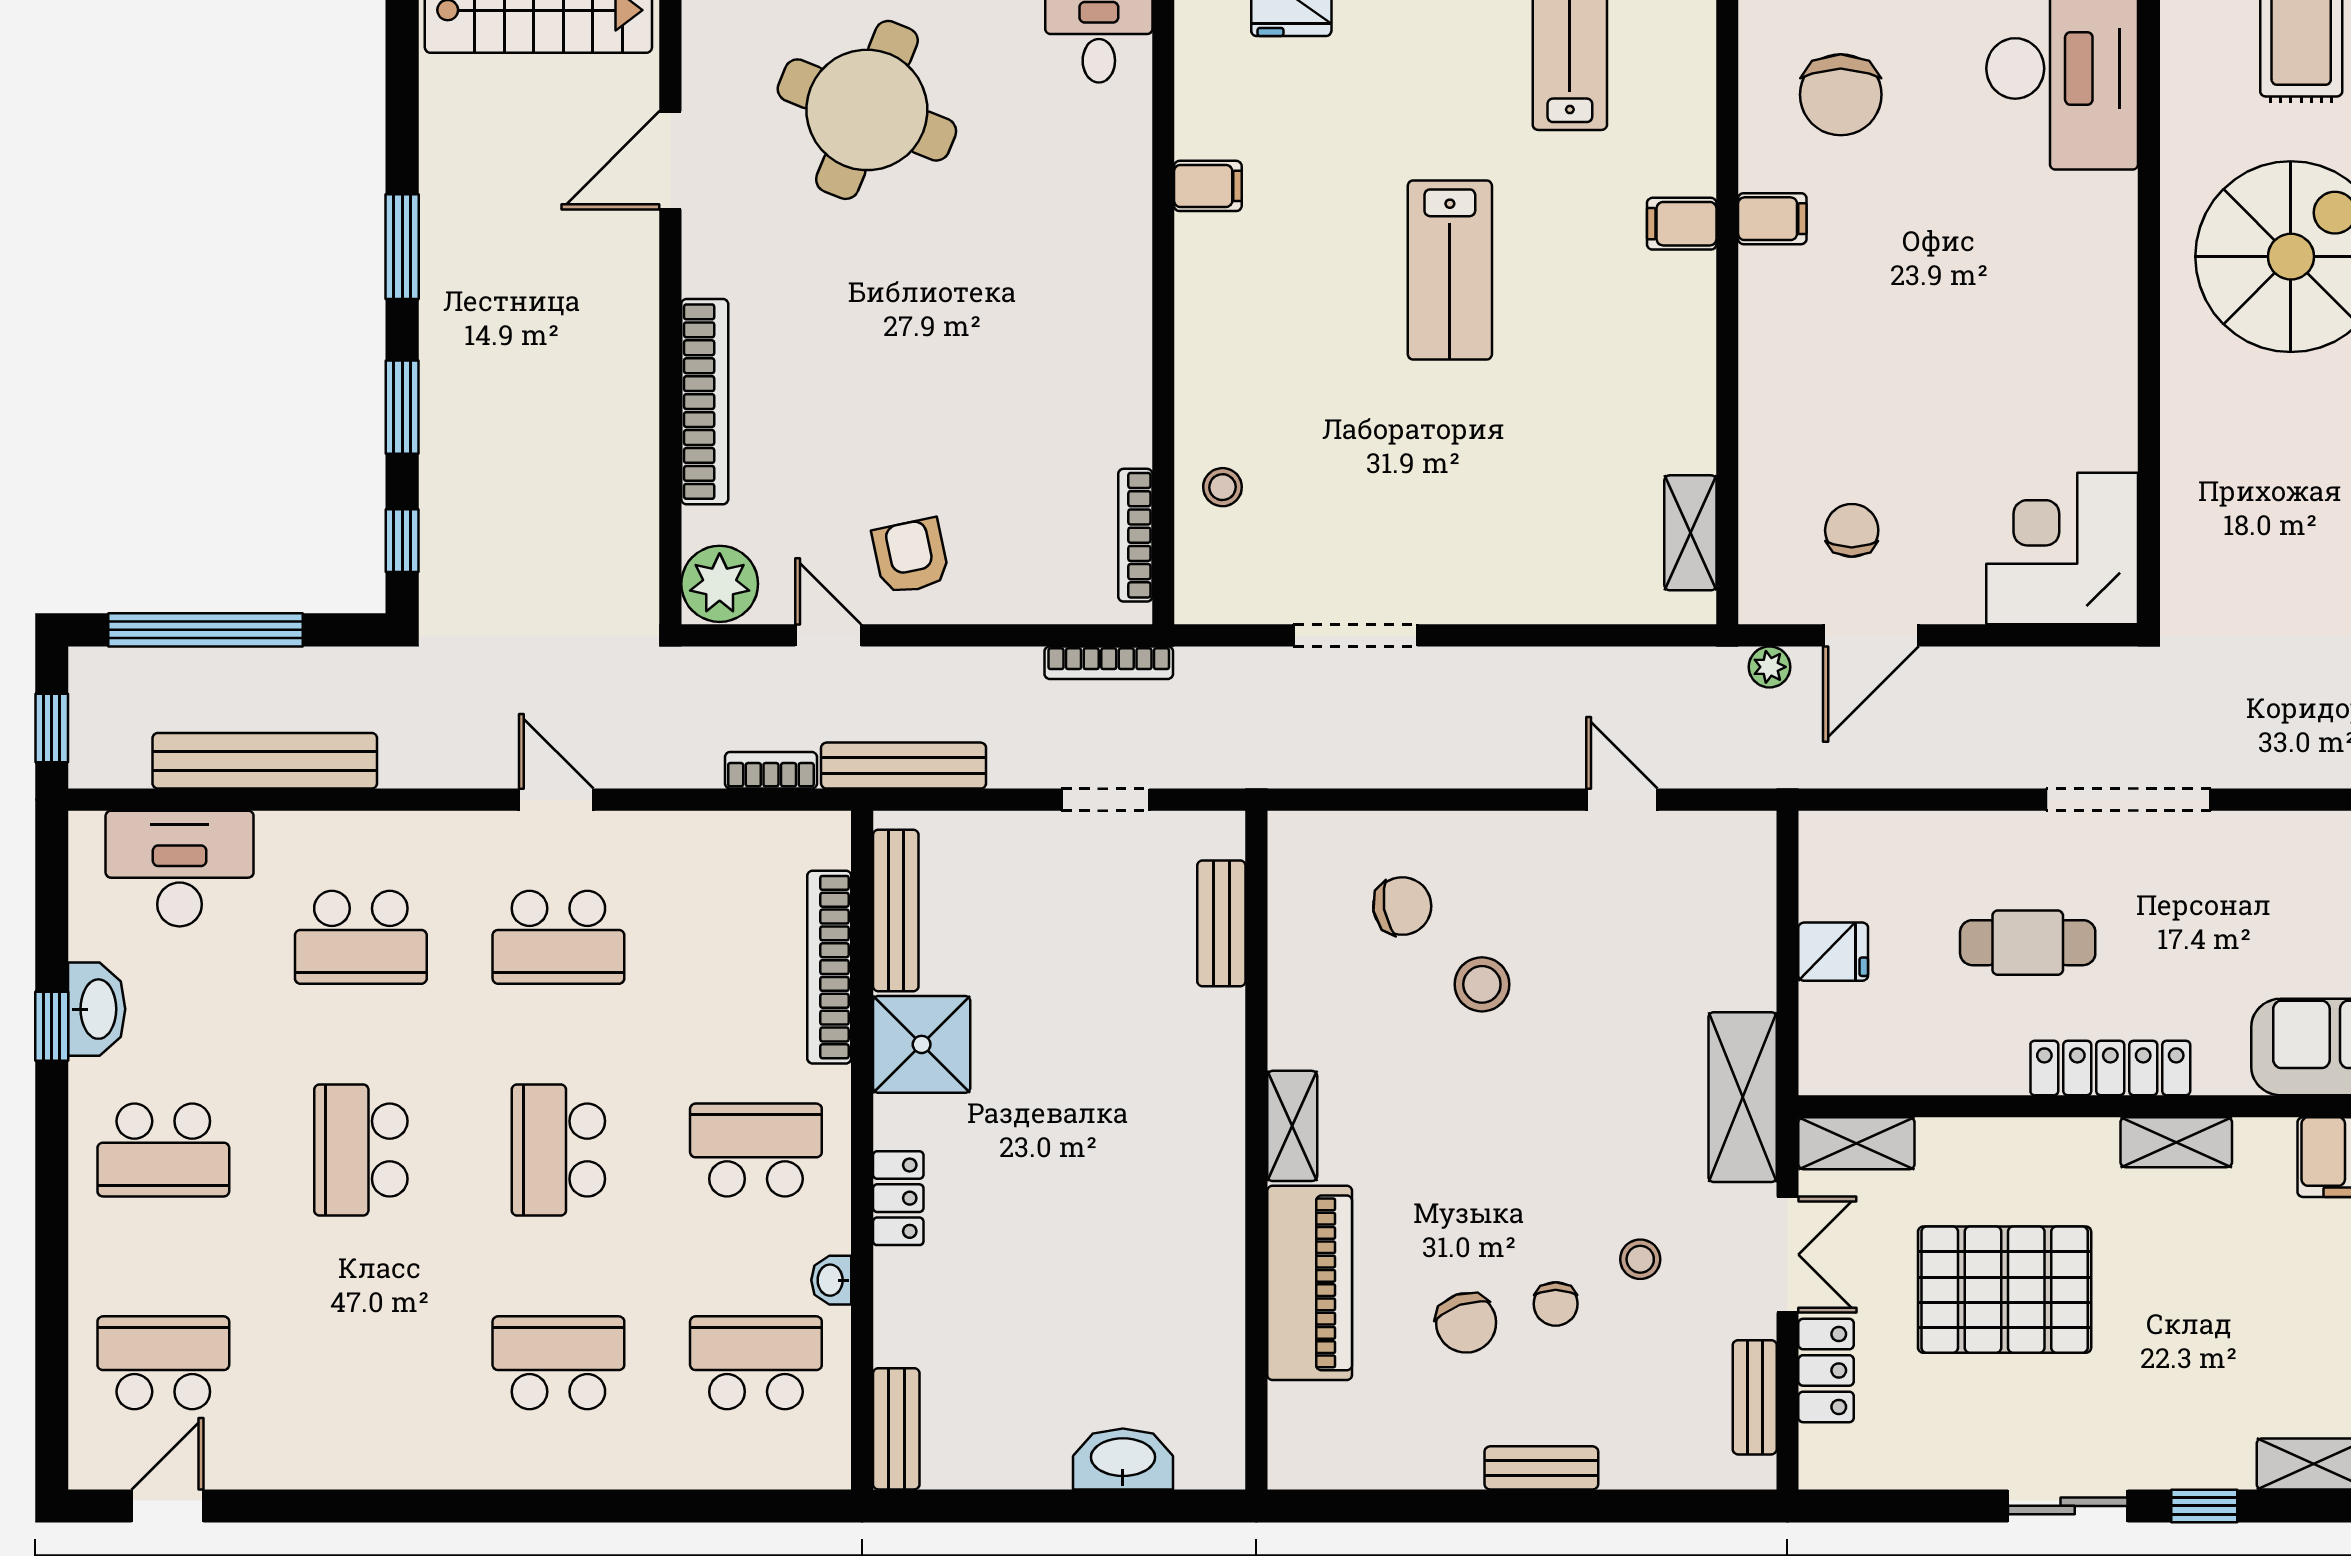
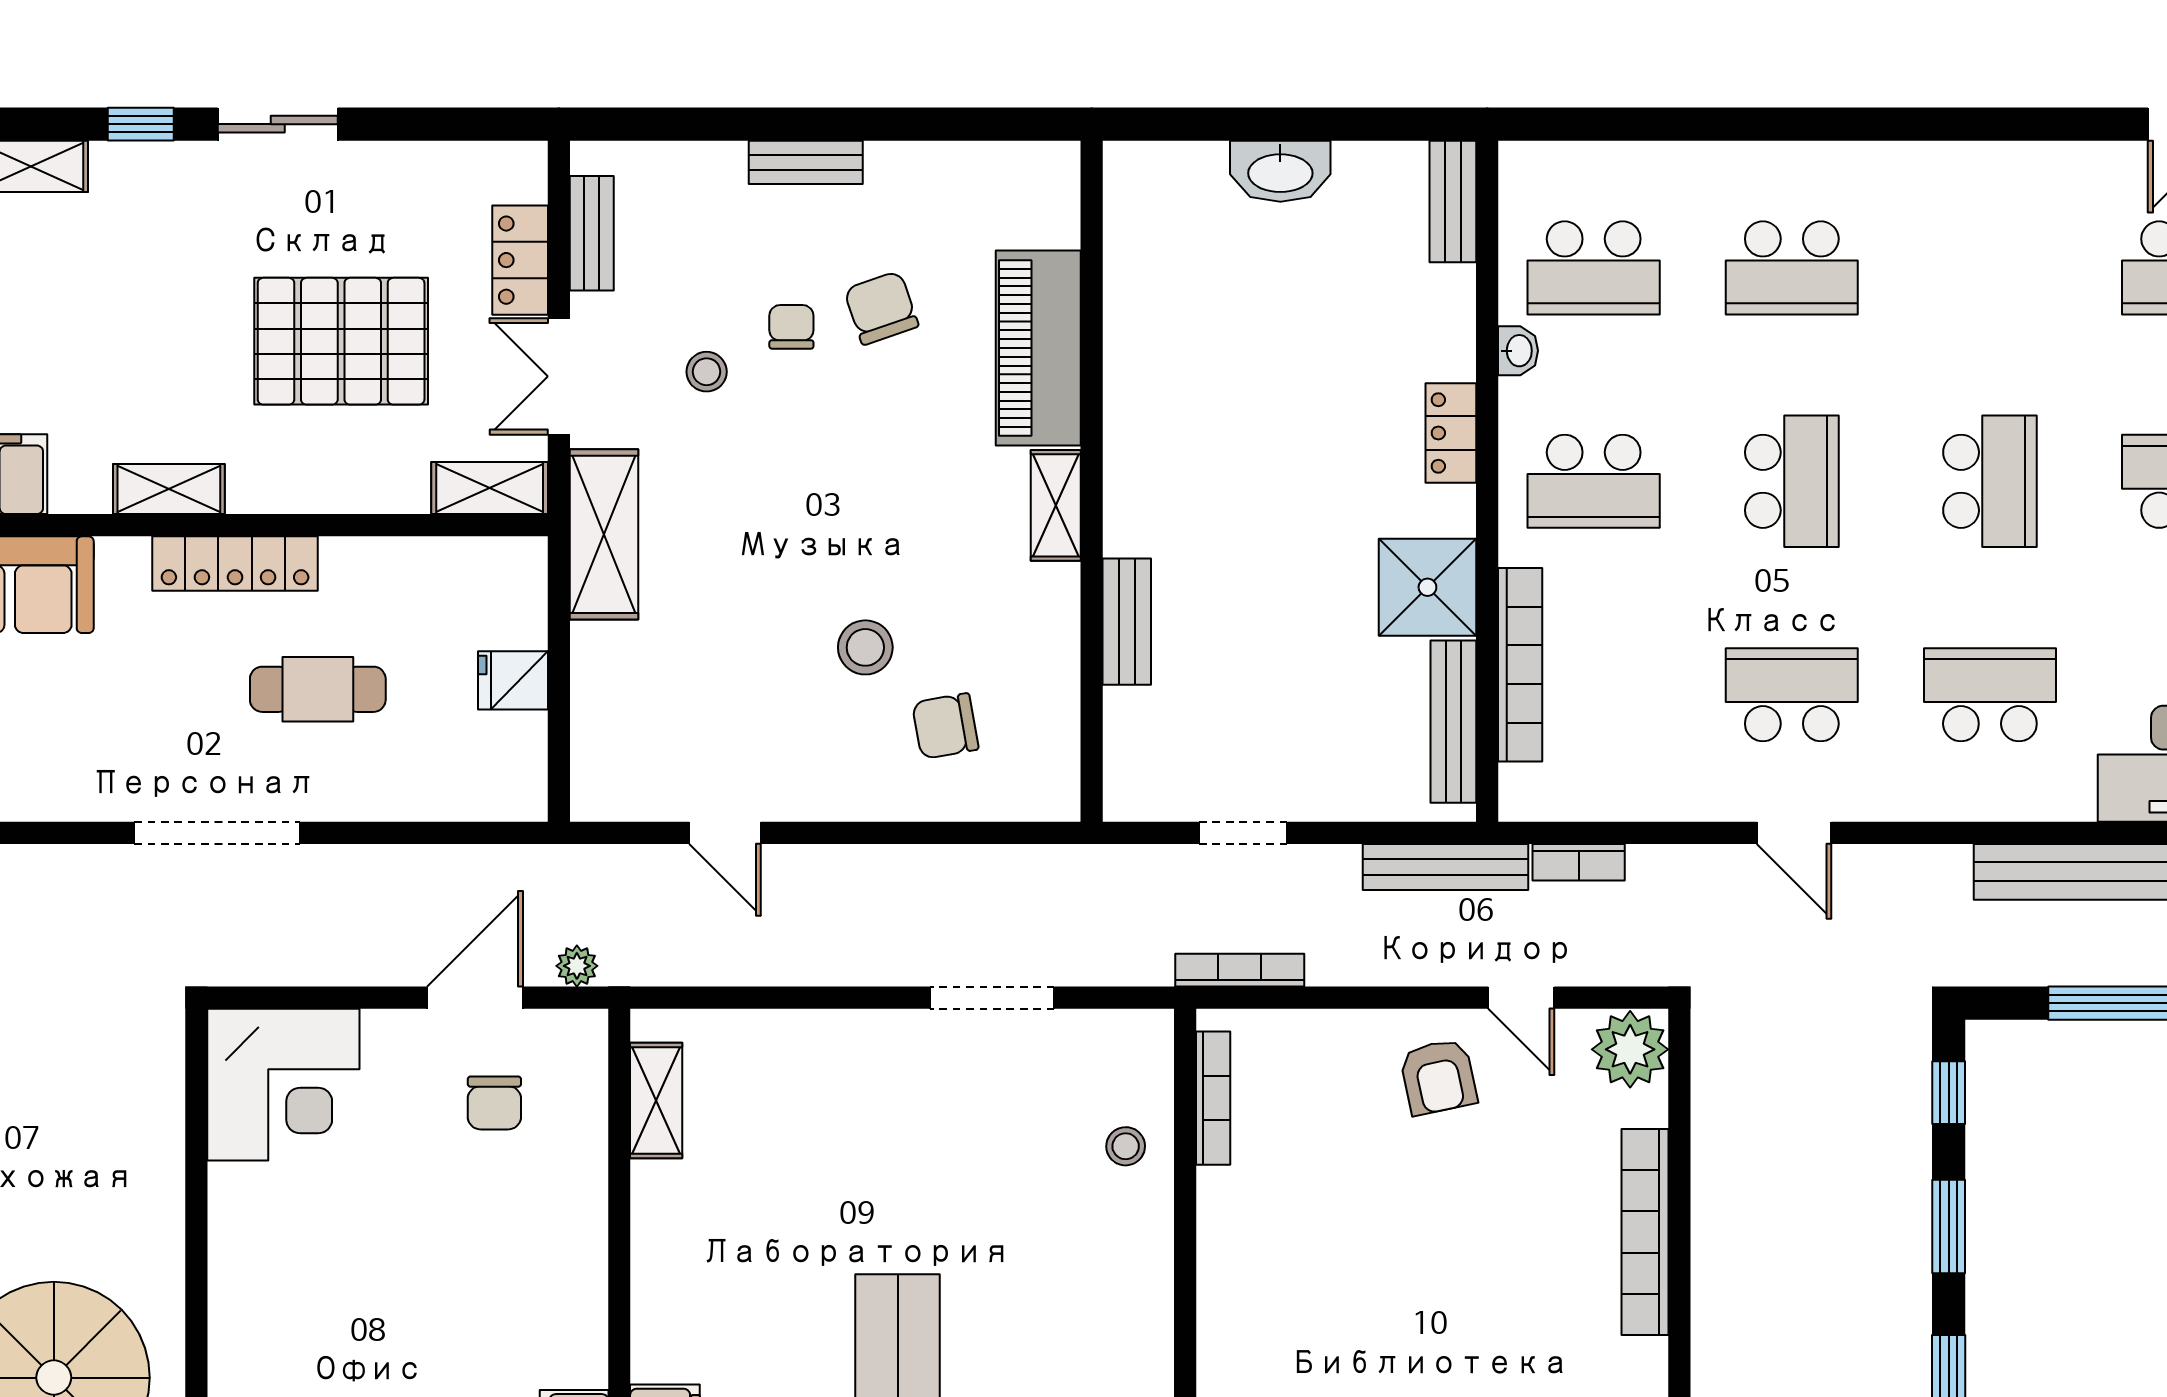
bench: (1221, 923) -> (1127, 622), moved
washbasin: (1123, 1459) -> (1280, 171), moved

